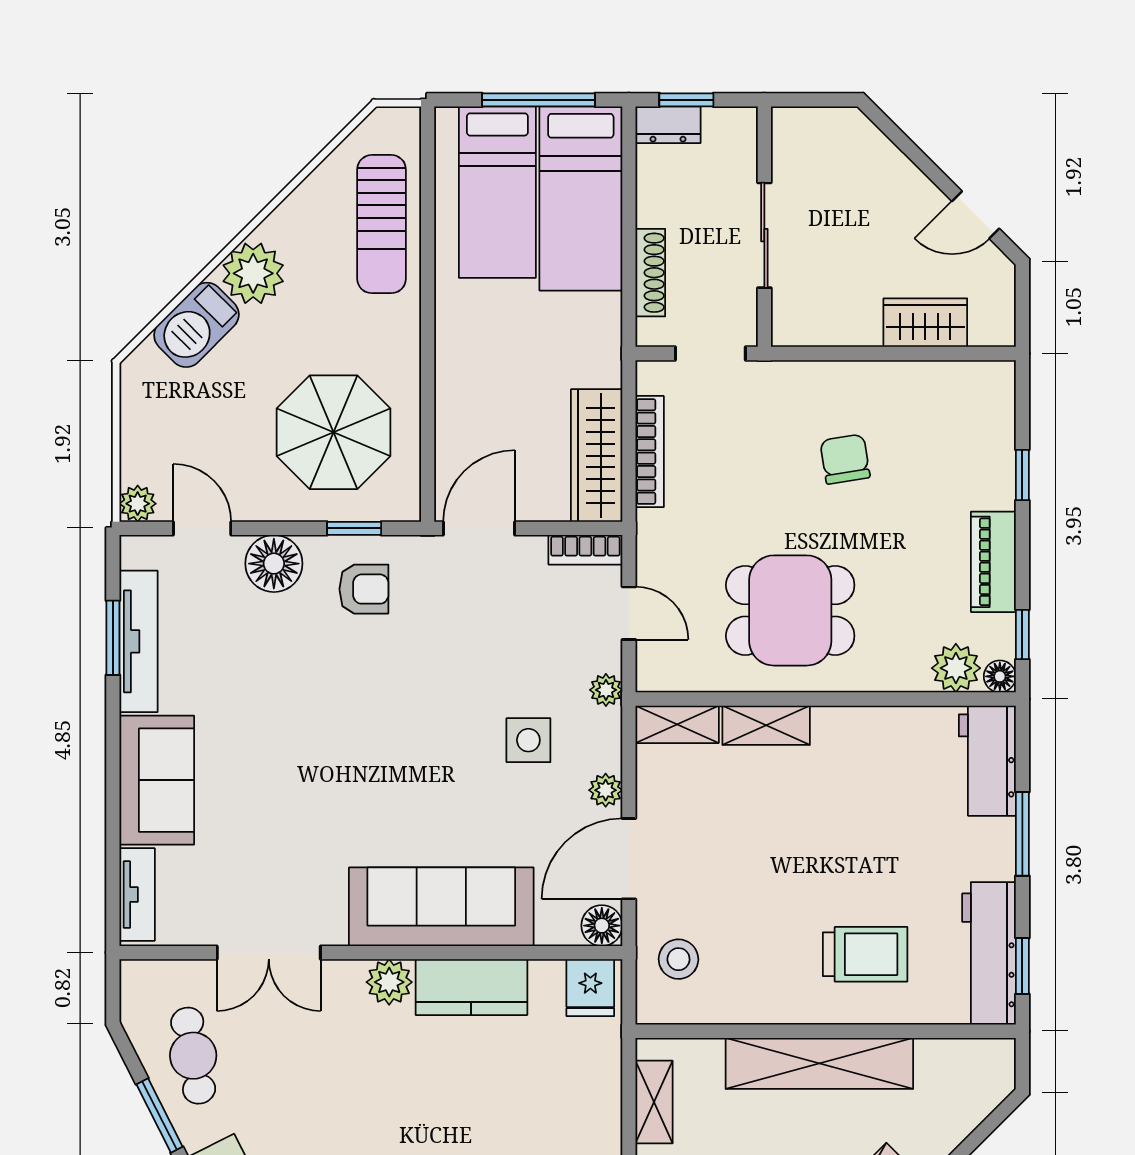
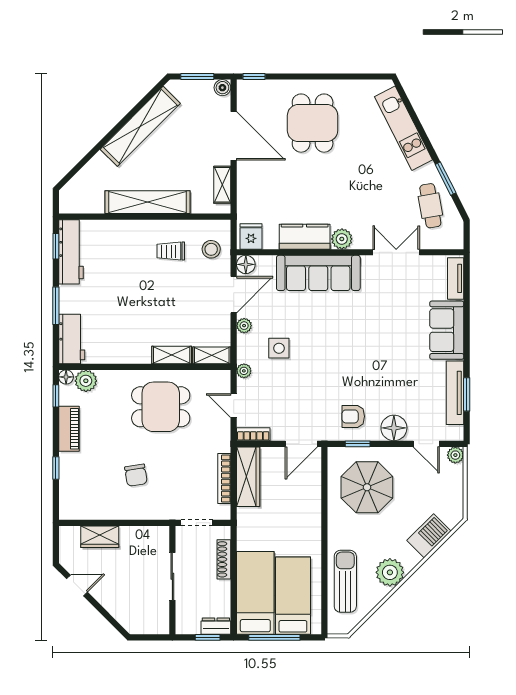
plant: (253, 273) -> (390, 572), moved
trolley: (865, 954) -> (171, 251), moved, width x0.73, depth x0.72

